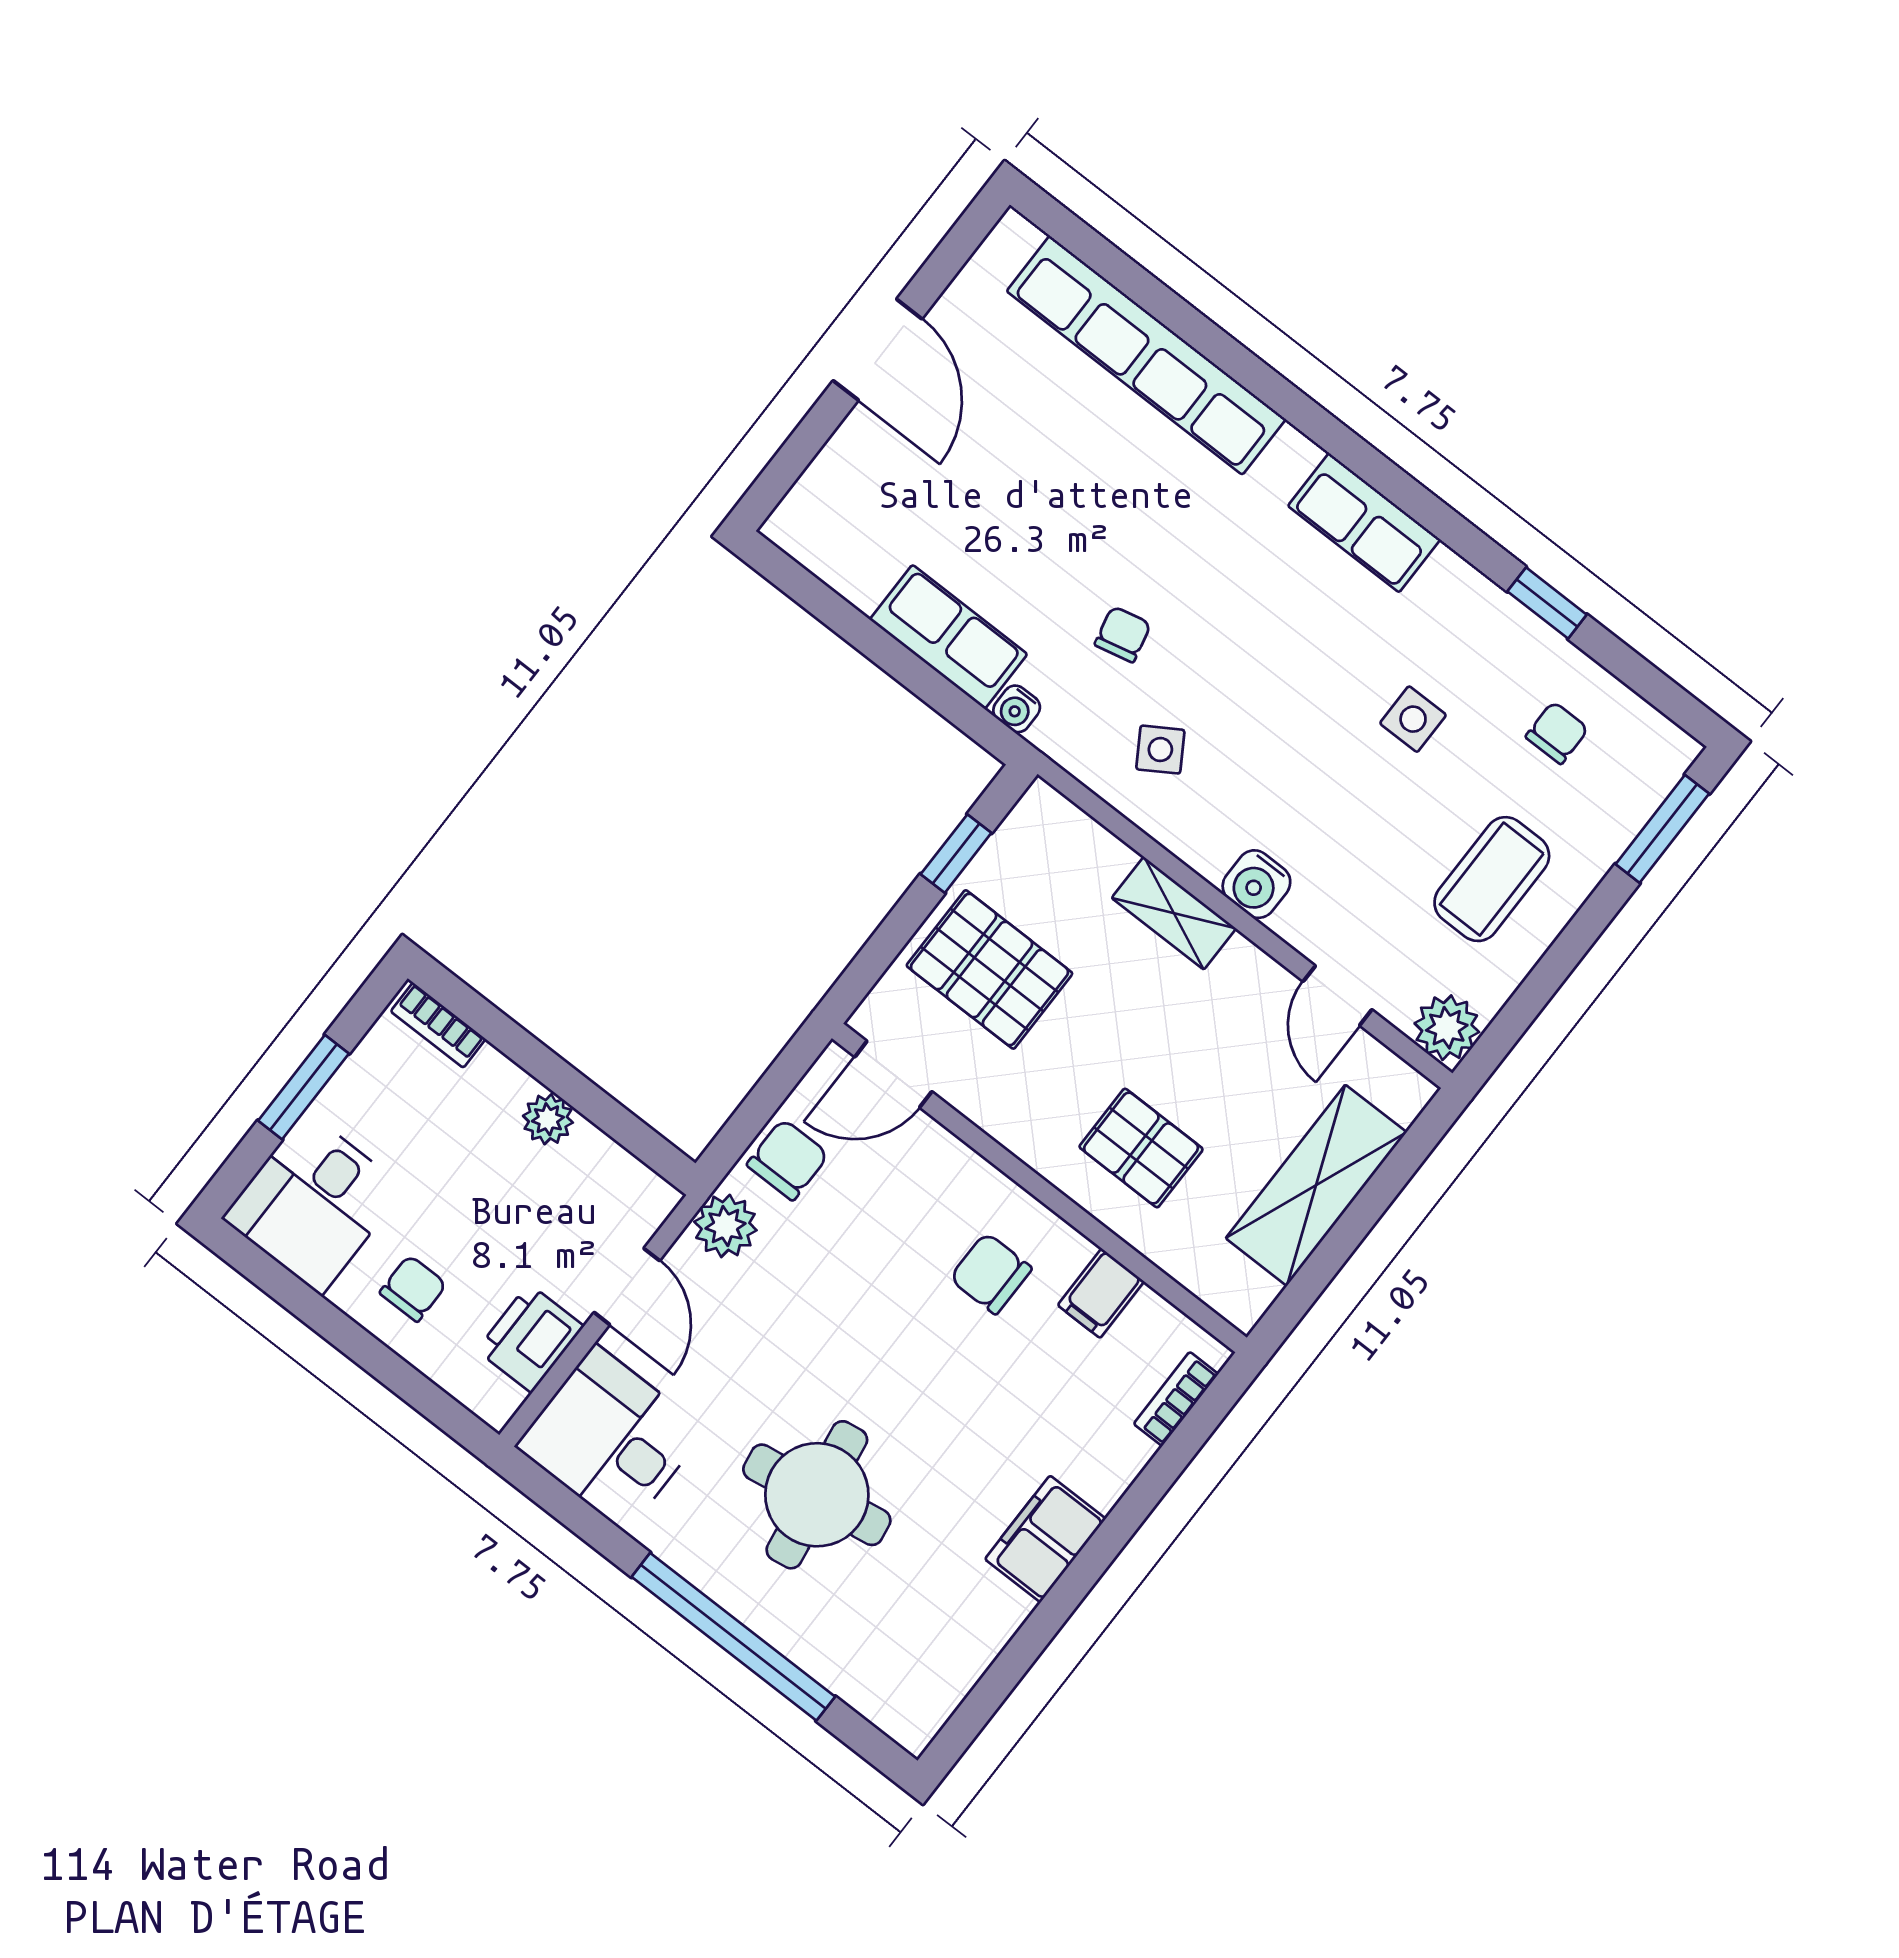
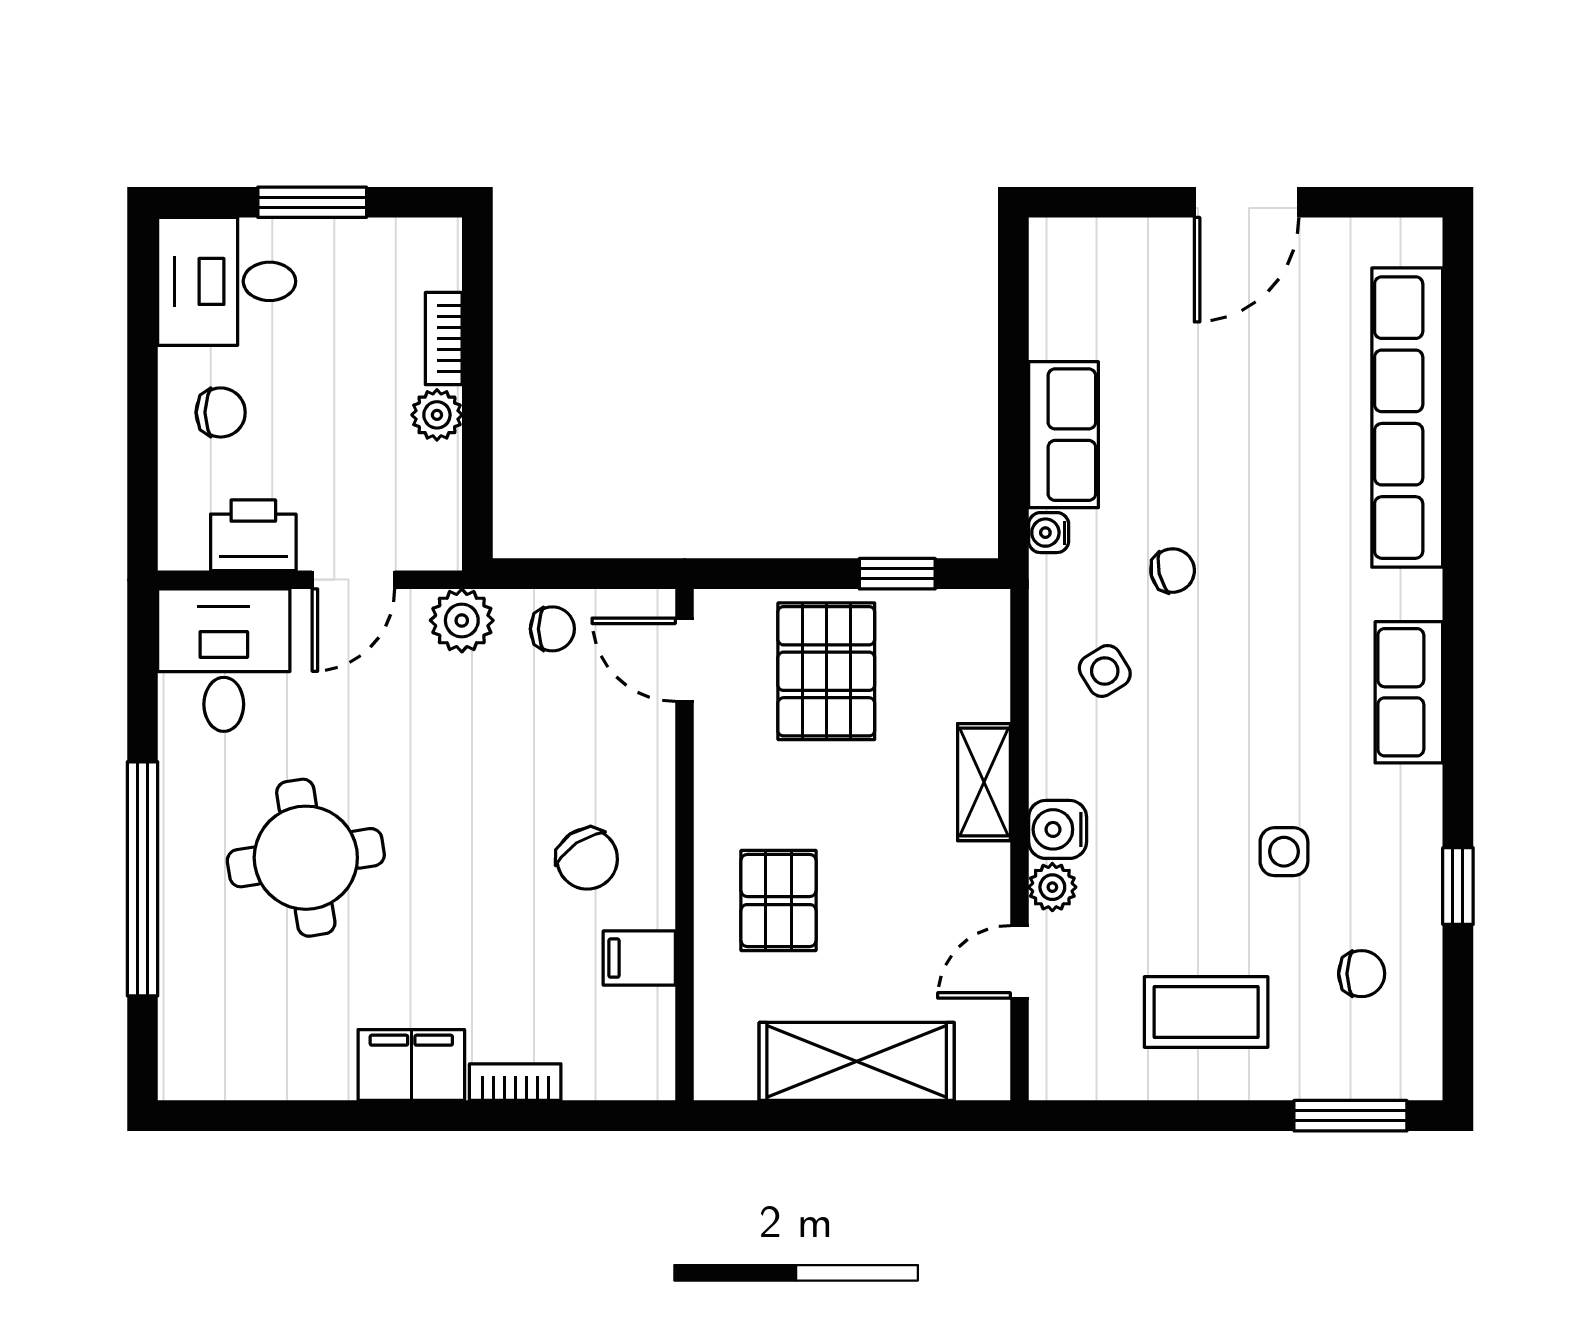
bookcase: (438, 1025) -> (444, 339), moved
plant: (1447, 1028) -> (1052, 887), moved, width x0.73, depth x0.73
chair: (788, 1160) -> (552, 629), width x0.73, depth x0.73
chair: (991, 1273) -> (587, 859), turned 146
bookcase: (1176, 1399) -> (515, 1082), moved

